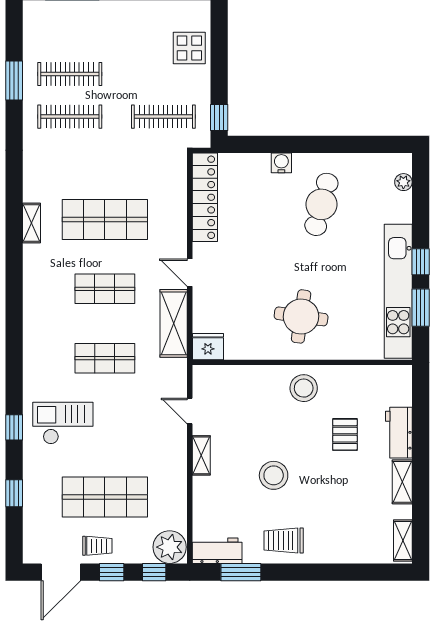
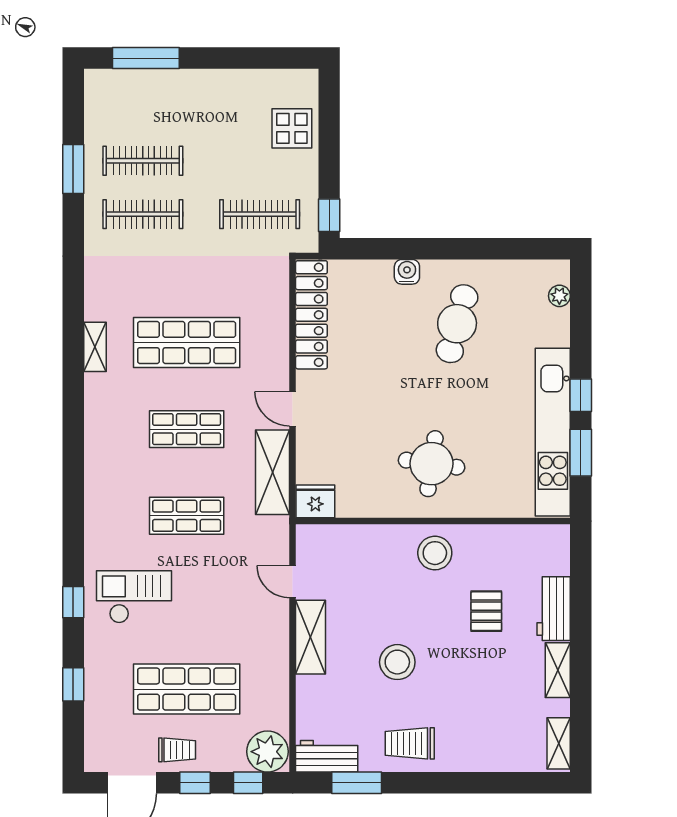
shelving: (201, 455) -> (311, 637), width x1.50, depth x1.33

